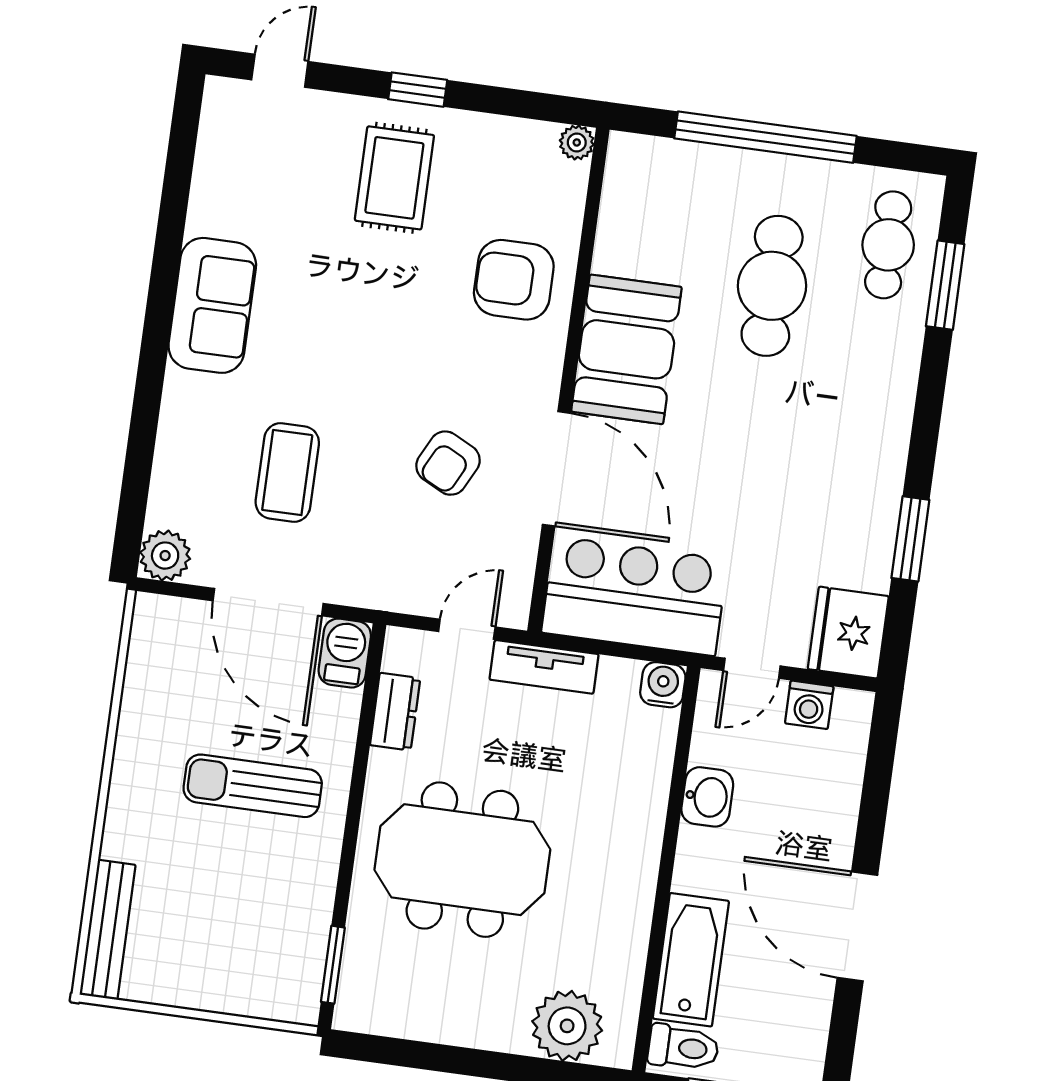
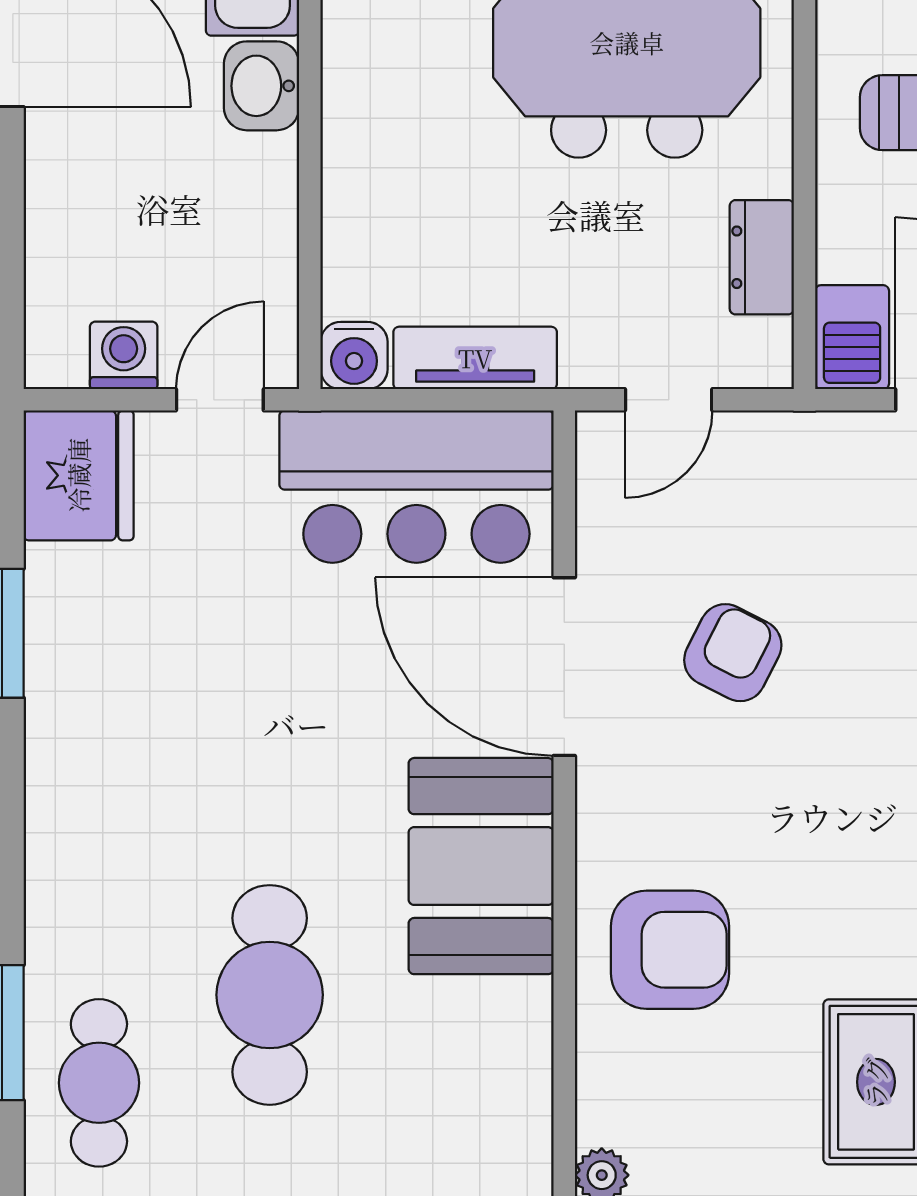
tv unit: (544, 667) -> (475, 358), moved
washbasin: (707, 797) -> (262, 86), moved

